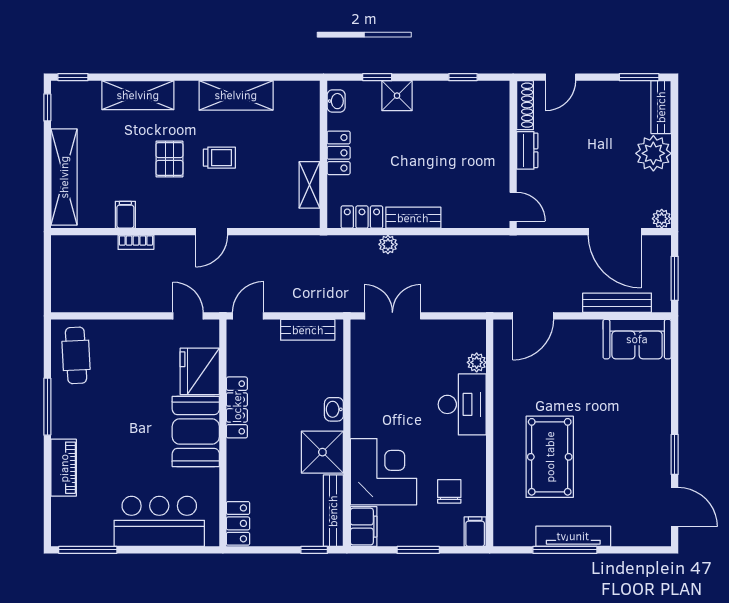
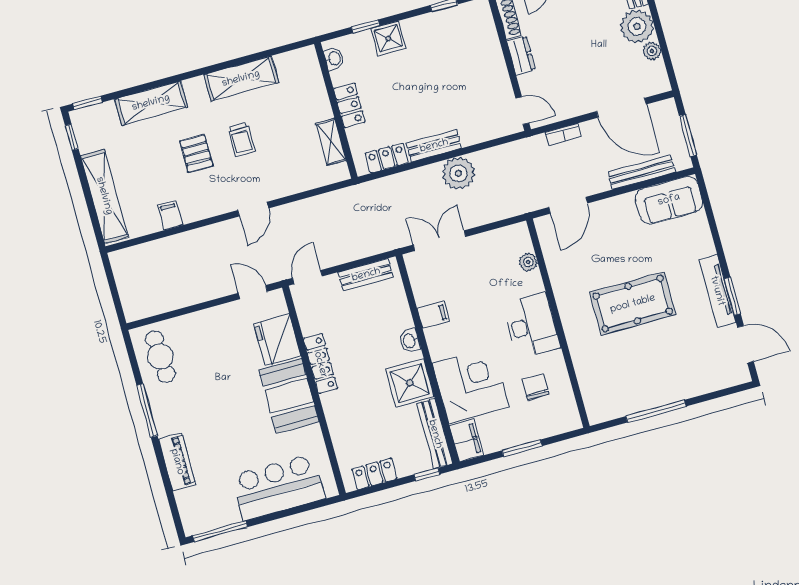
trolley: (219, 158) -> (241, 140), turned 90
plant: (662, 219) -> (652, 51), moved
bookcase: (136, 242) -> (563, 134), moved
plant: (388, 244) -> (458, 173), moved, width x1.87, depth x1.87
desk: (462, 404) -> (532, 326), moved
pool table: (550, 457) -> (633, 304), moved, turned 90
locker: (238, 523) -> (374, 474), moved, turned -90
filing cabinet: (475, 532) -> (433, 315), moved, turned 90
tv unit: (573, 536) -> (717, 291), moved, turned -90

